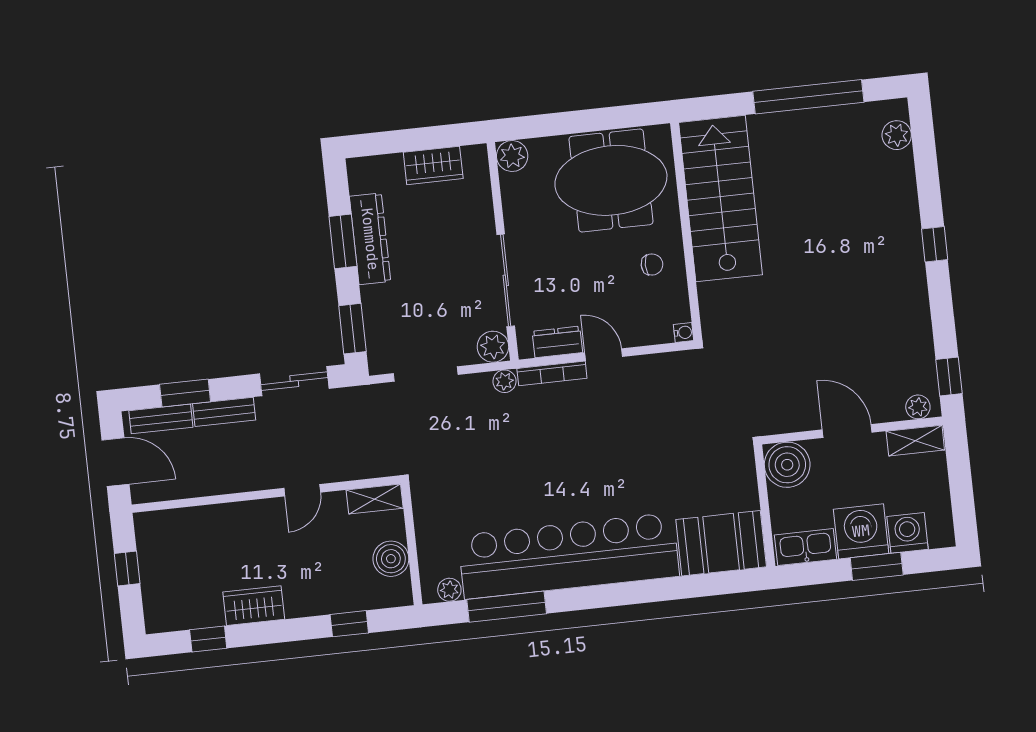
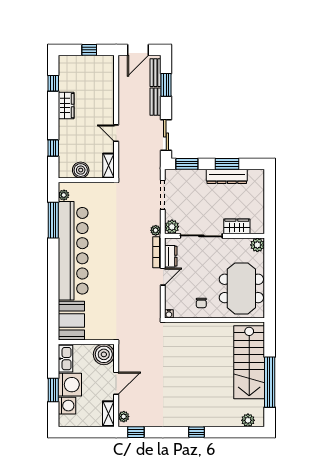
wardrobe: (433, 165) -> (237, 226), moved, turned 90
stairs: (720, 199) -> (249, 362), moved, turned 90

